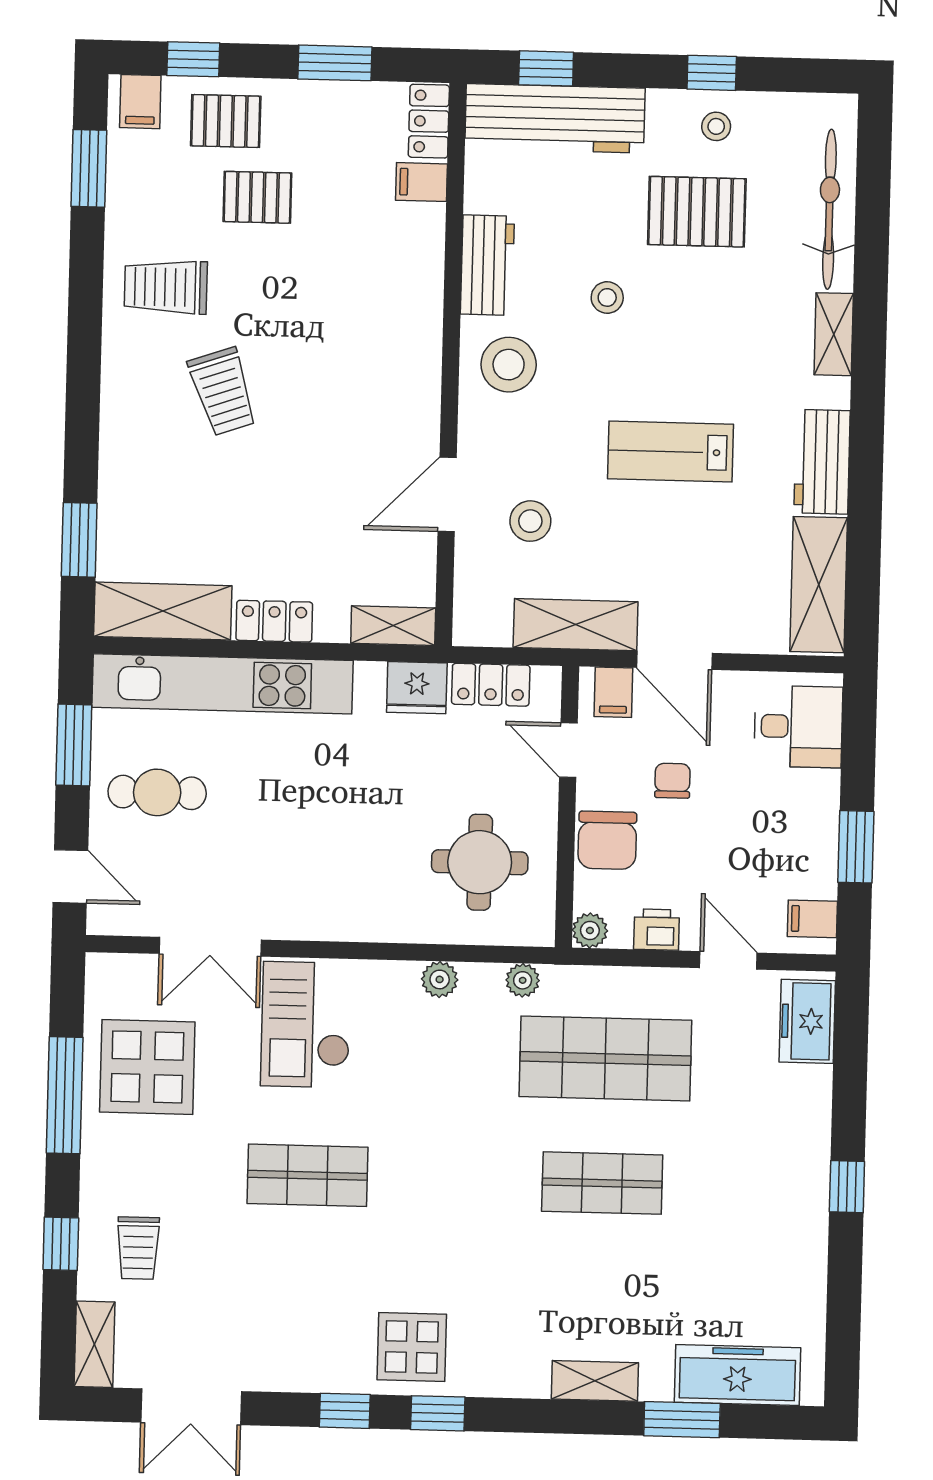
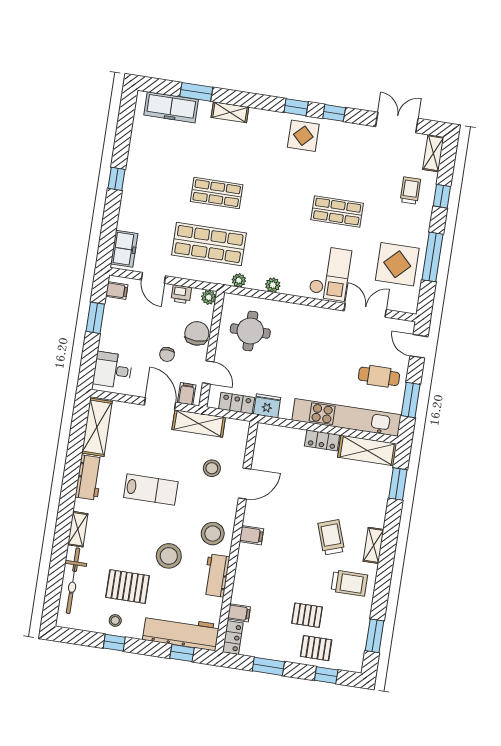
filing cabinet: (140, 102) -> (251, 535), moved, turned 90
stool: (607, 297) -> (169, 556), width x1.89, depth x1.89
shelving: (393, 626) -> (373, 545), moved, turned 90

